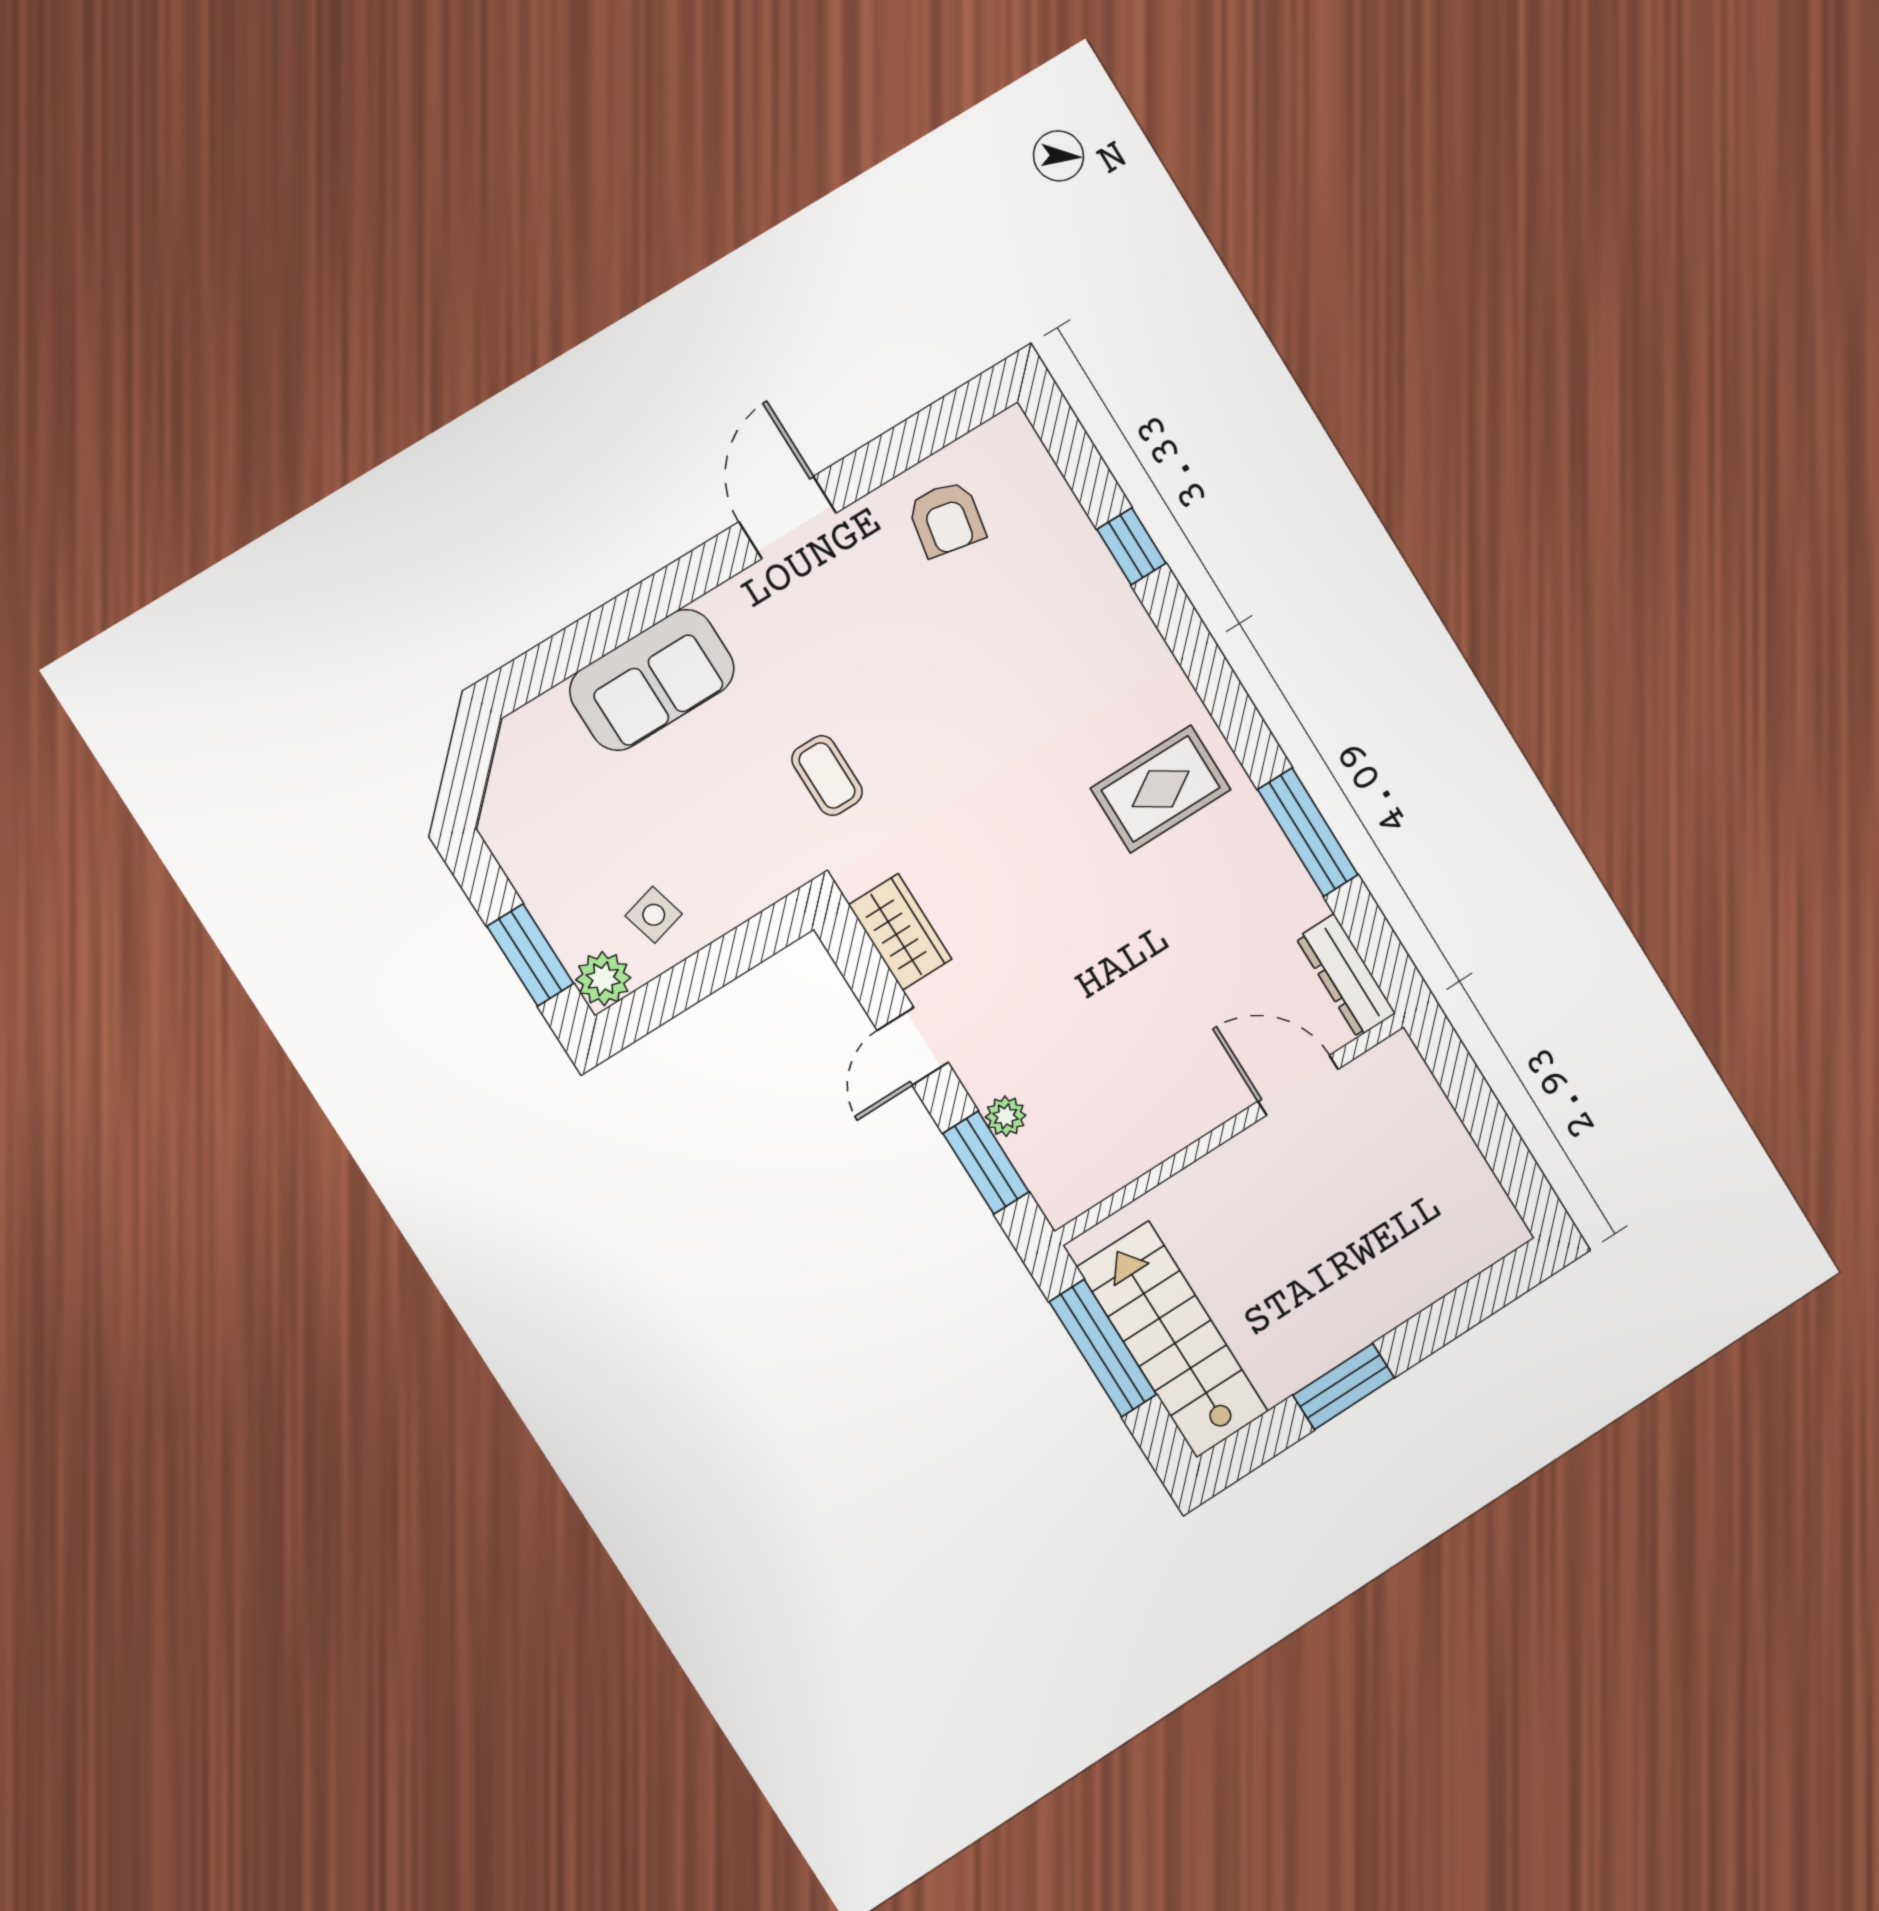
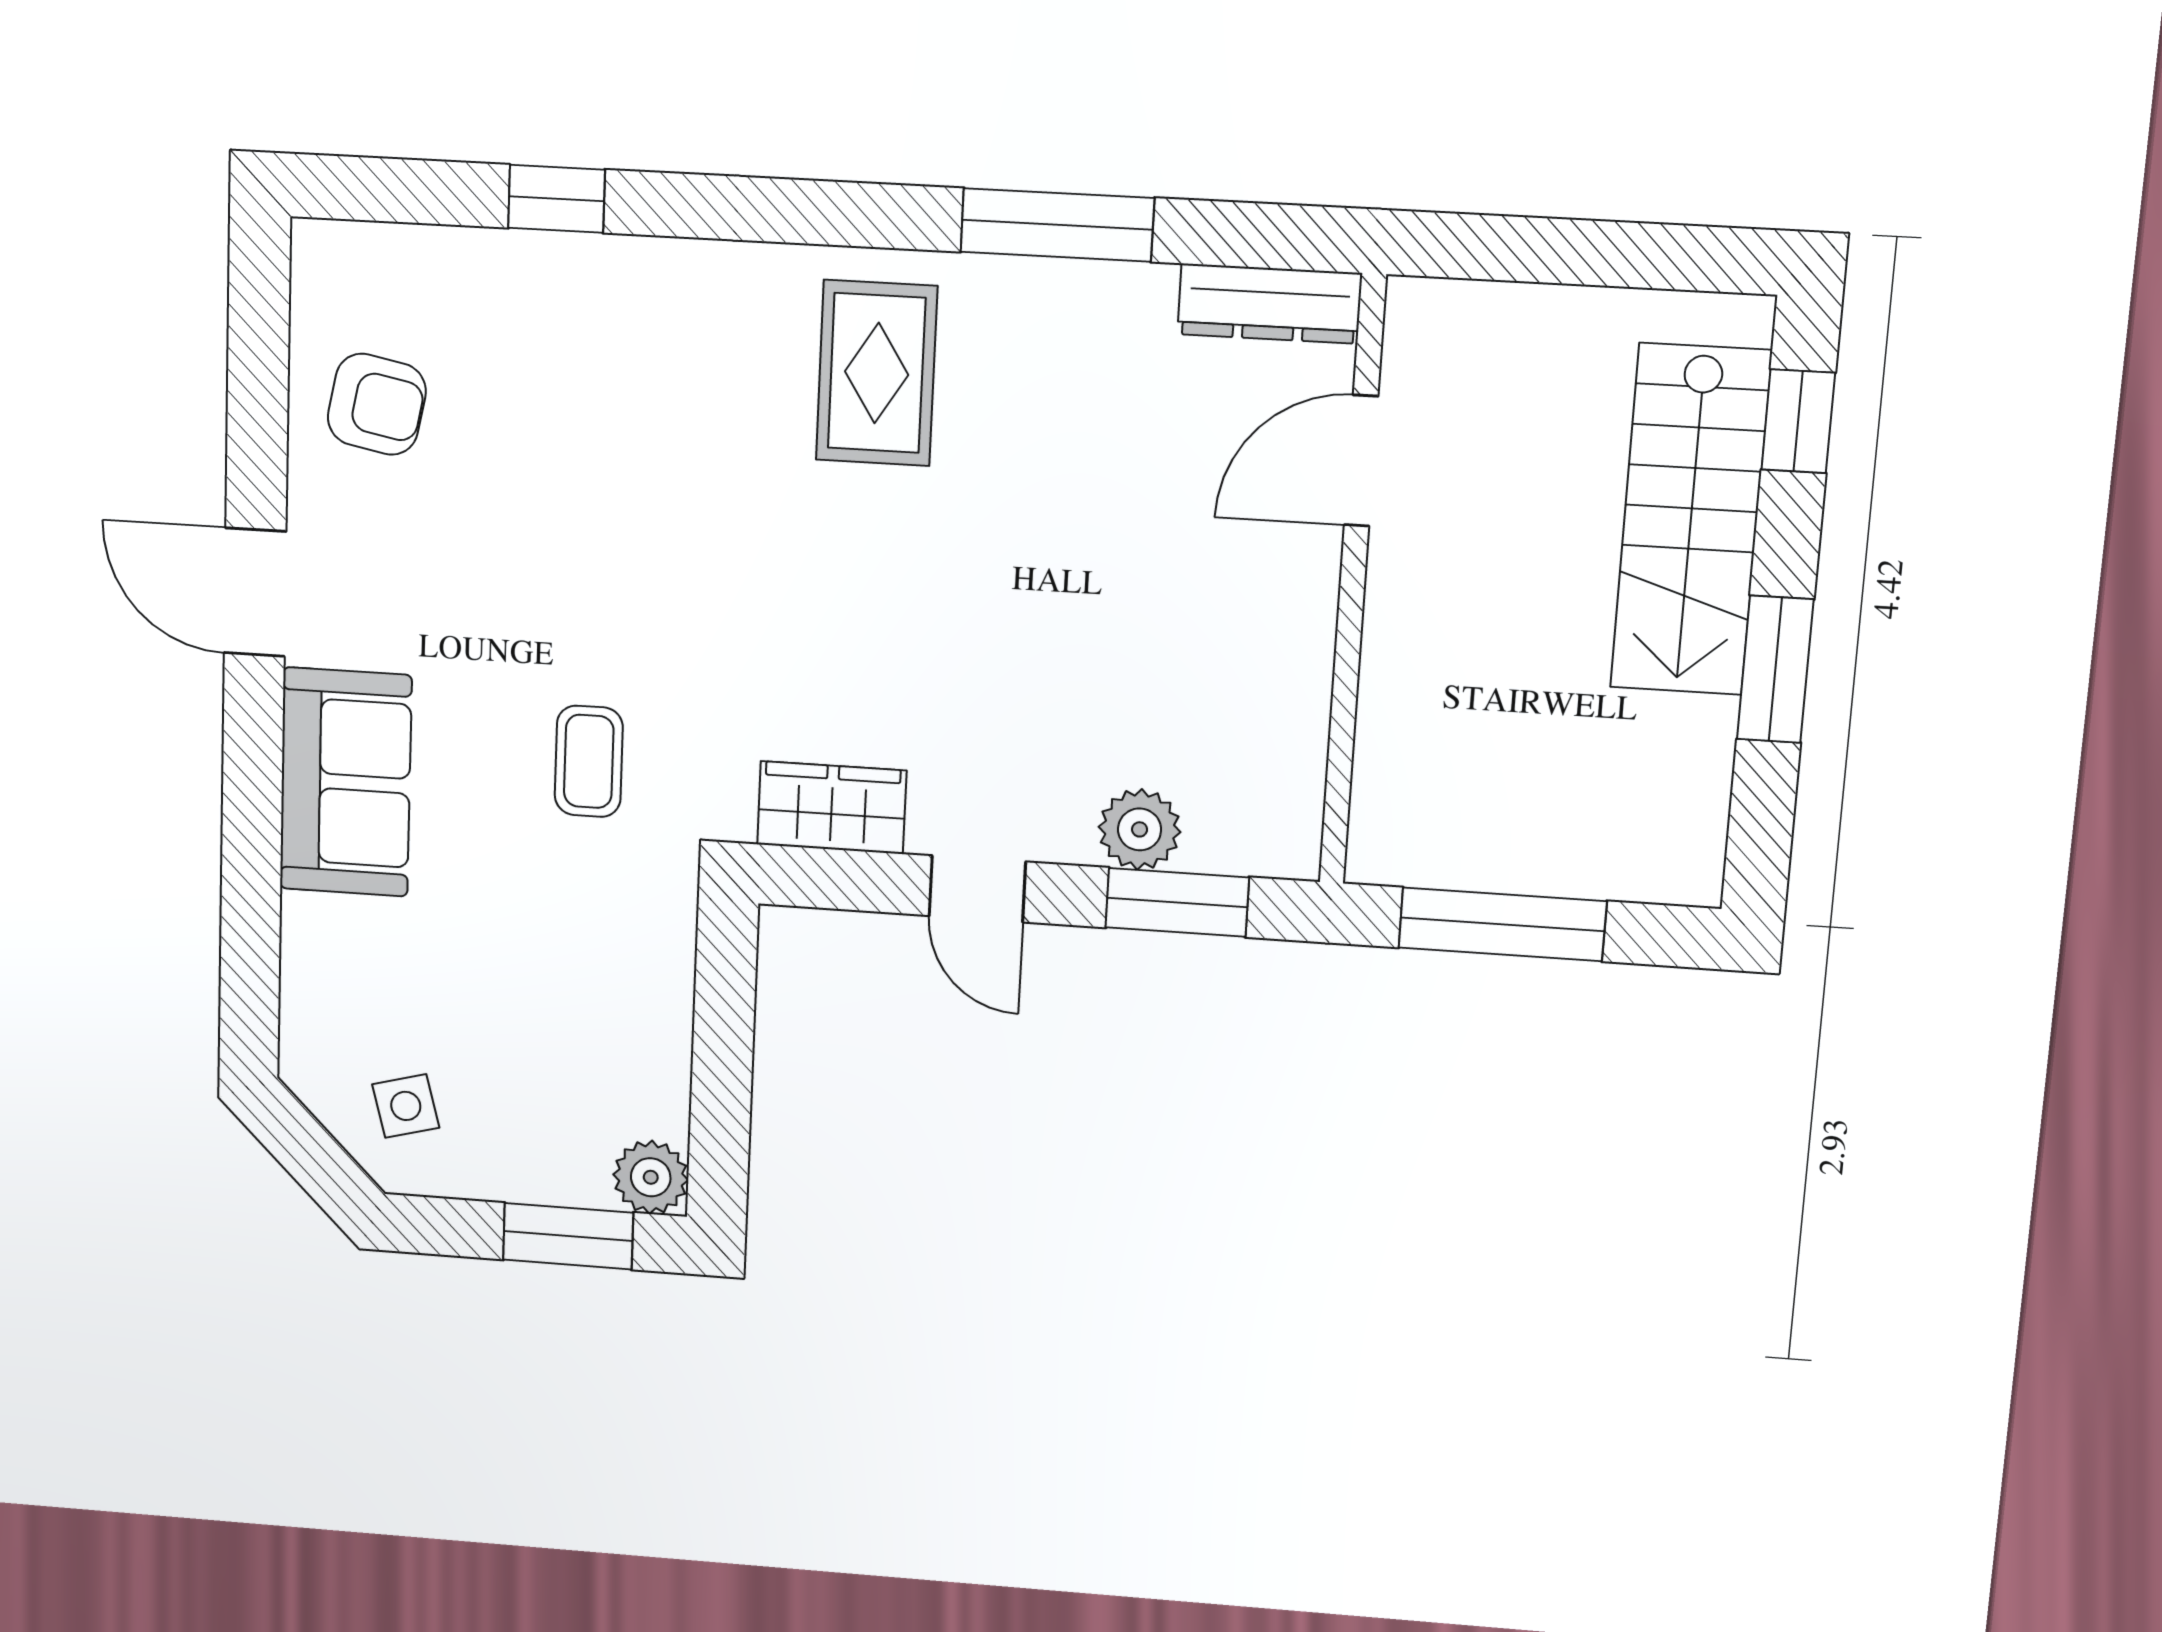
sofa: (652, 680) -> (346, 782), moved
coffee table: (827, 776) -> (589, 761), turned 90
side table: (654, 915) -> (406, 1106), moved
plant: (1006, 1116) -> (1140, 829), width x1.38, depth x1.38
window: (1479, 1298) -> (1798, 421), added
stairs: (1173, 1339) -> (1691, 520), moved, turned -90

